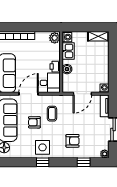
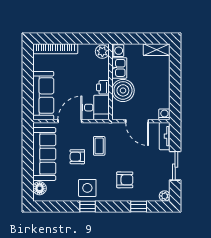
boiler: (67, 69) -> (123, 90), width x1.86, depth x1.86
door: (82, 94) -> (137, 121), hinge flipped

